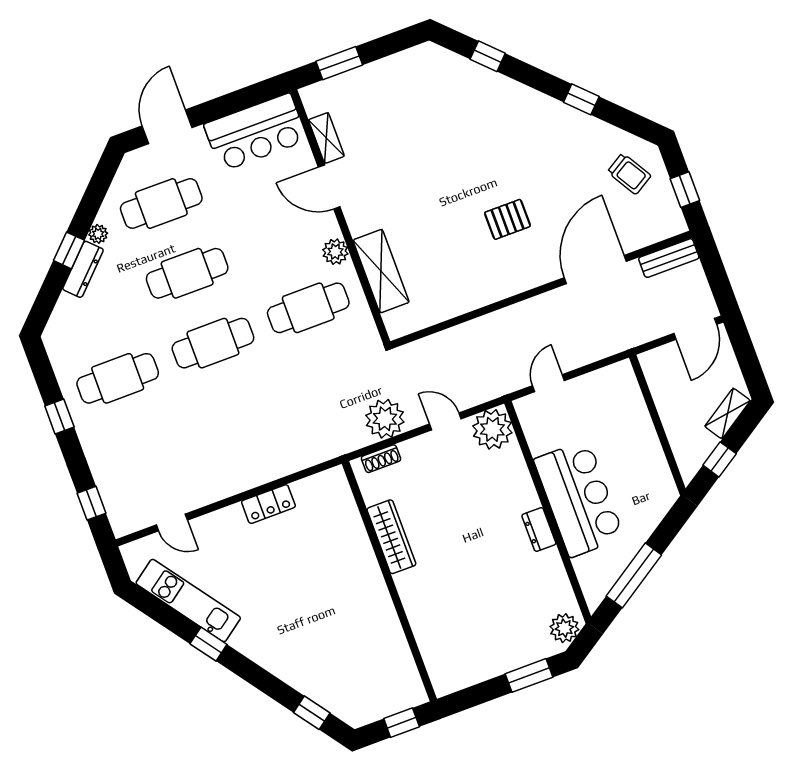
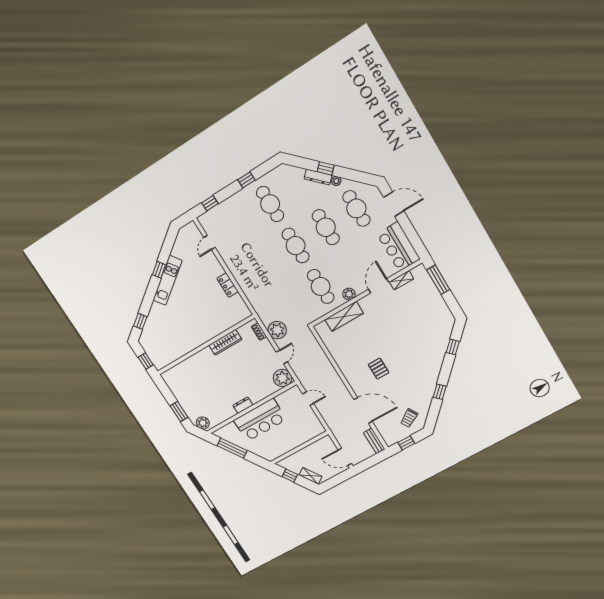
window: (339, 63) -> (438, 280), width x1.44
kitchen unit: (188, 600) -> (168, 280), moved

